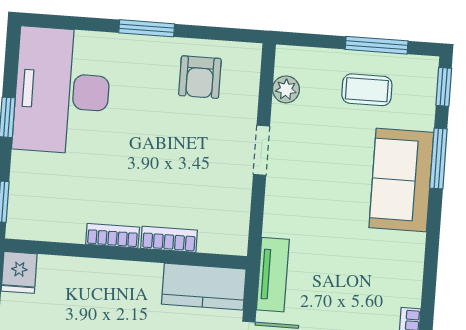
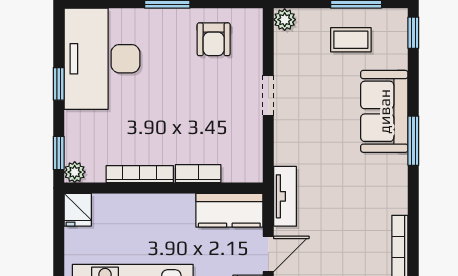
plant: (286, 89) -> (285, 20), moved
window: (438, 159) -> (413, 141), moved
plant: (19, 226) -> (75, 172), added
bookcase: (113, 236) -> (140, 174), width x1.56

